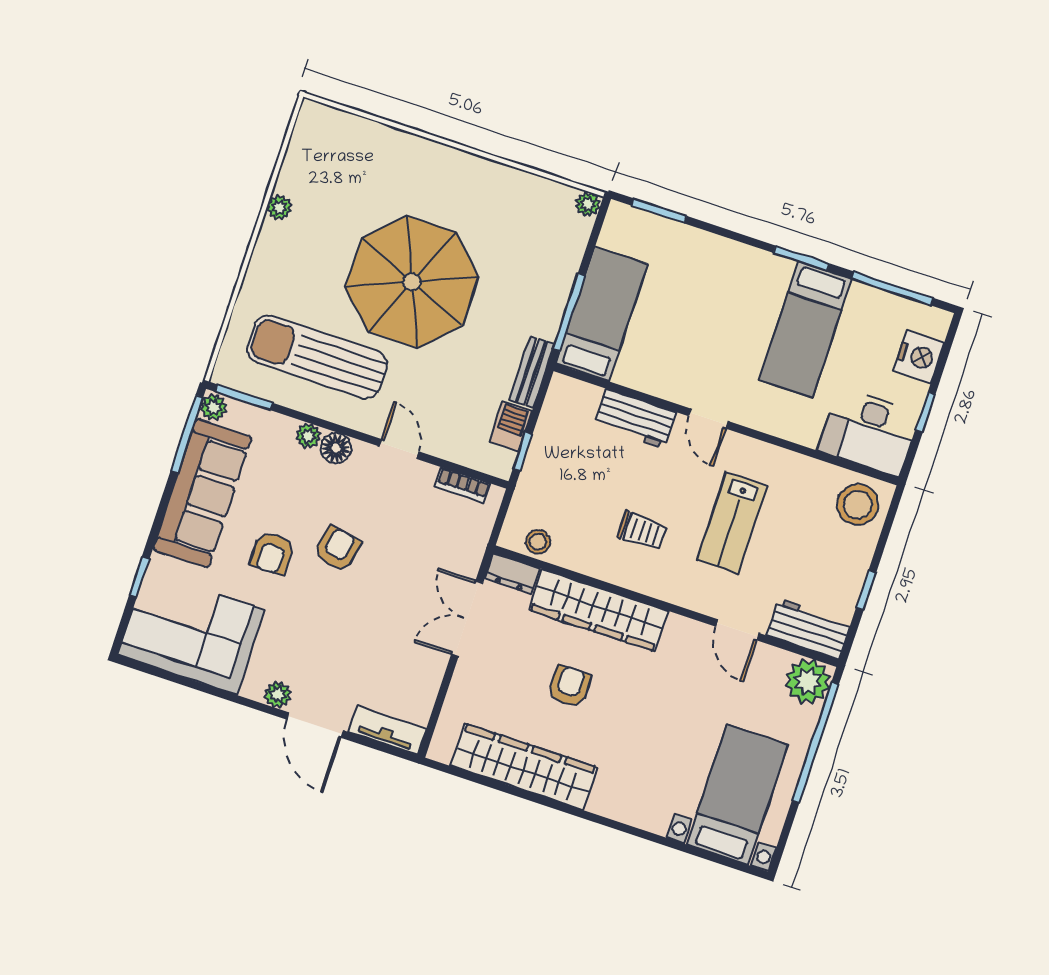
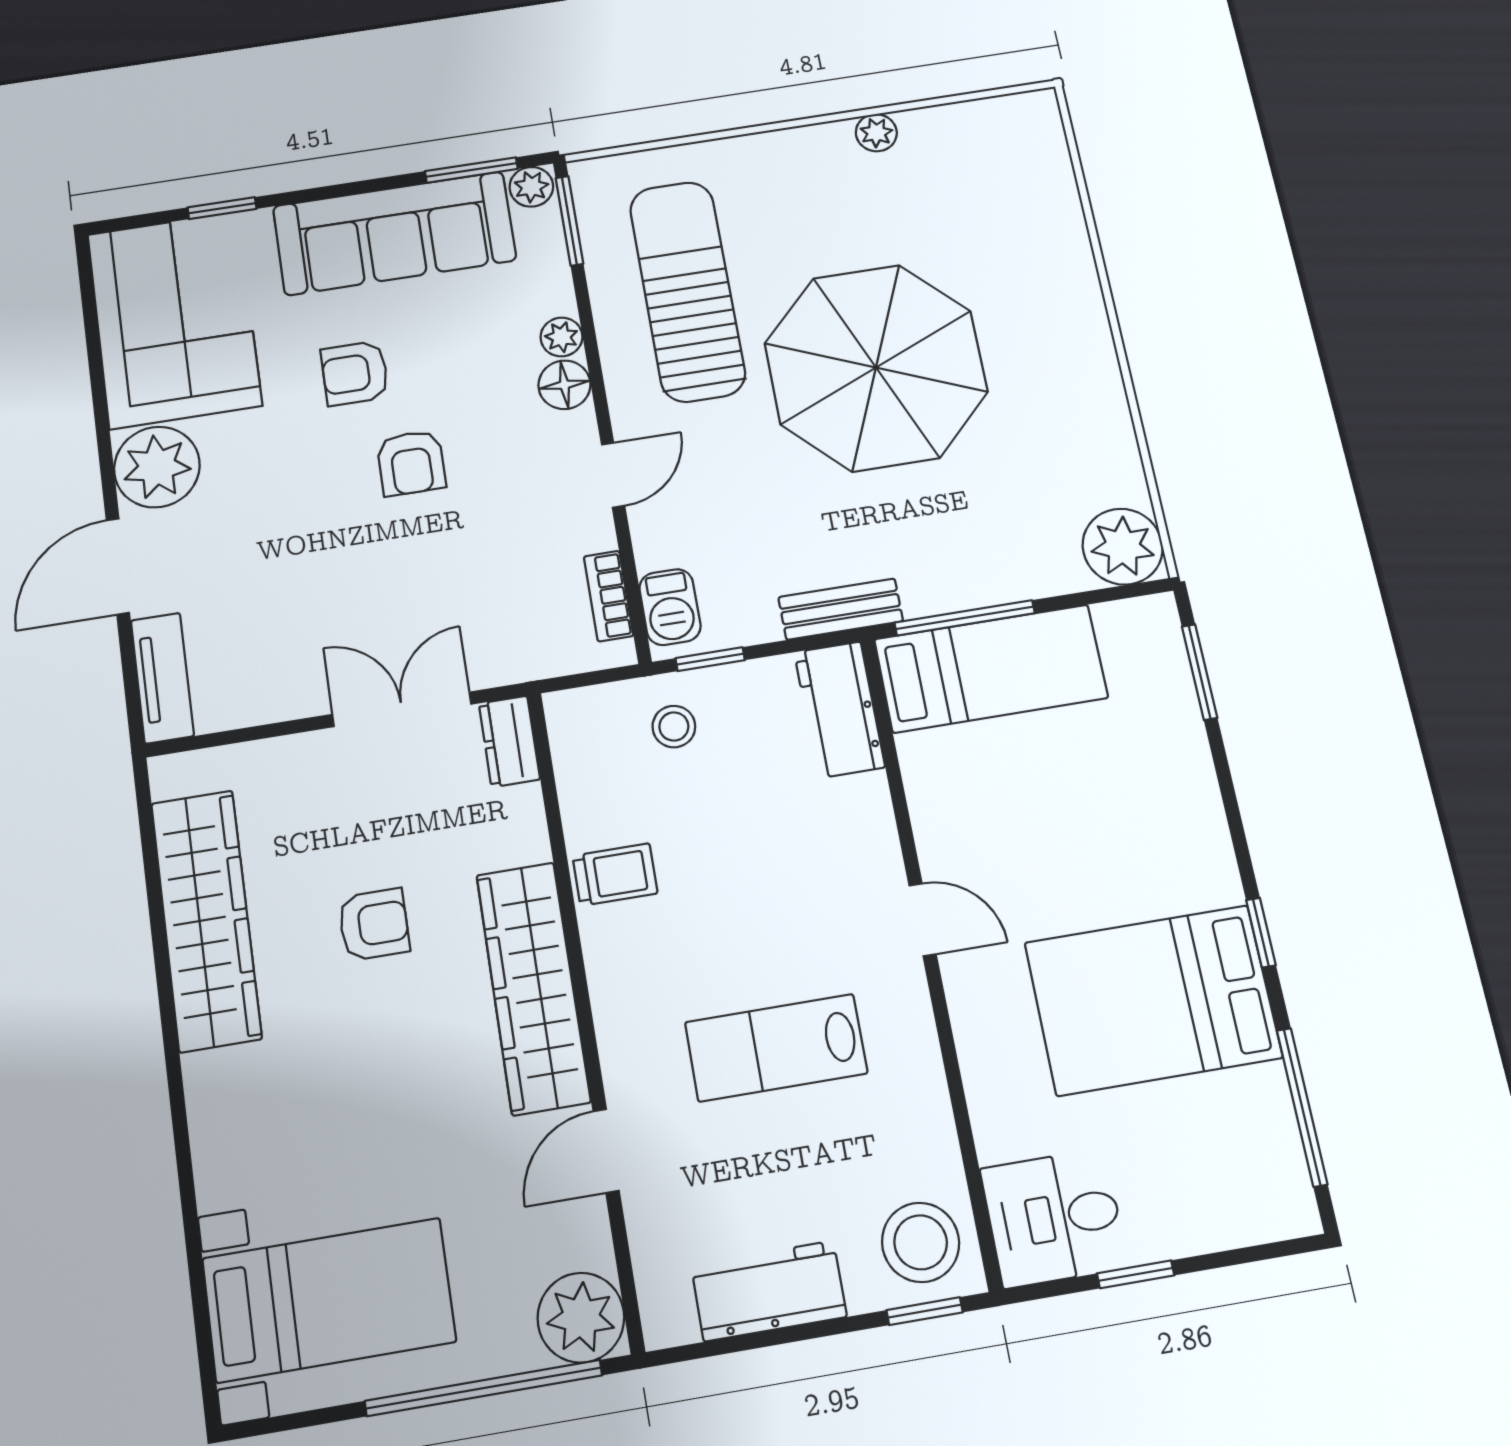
plant: (588, 204) -> (1123, 547), width x1.87, depth x1.87
window: (801, 258) -> (1261, 933), width x0.67
bed: (805, 330) -> (1153, 1000), width x1.50
nightstand: (919, 357) -> (1219, 1213), removed
workbench: (635, 418) -> (839, 709), moved
door: (708, 419) -> (923, 920), swing flipped
barbecue: (511, 426) -> (670, 607), moved, turned 90
desk: (869, 432) -> (1054, 1218), width x0.73
window: (187, 434) -> (471, 170), width x0.69
trolley: (642, 531) -> (615, 875), moved, turned -90
stool: (538, 542) -> (674, 726), moved
armchair: (337, 549) -> (411, 463), turned 78
window: (866, 590) -> (925, 1311), moved
wardrobe: (598, 610) -> (533, 988), moved
workbench: (809, 629) -> (769, 1291), moved, turned -90
plant: (278, 695) -> (157, 467), width x1.87, depth x1.87

